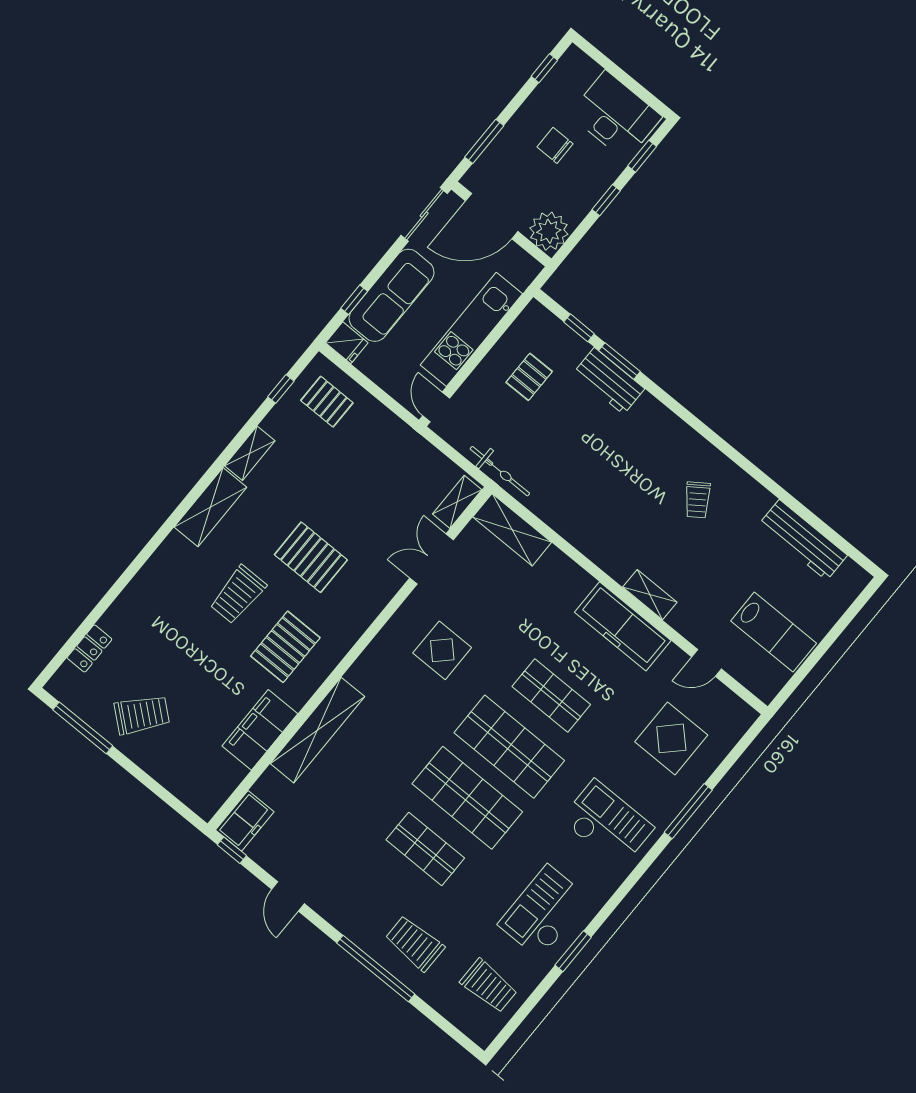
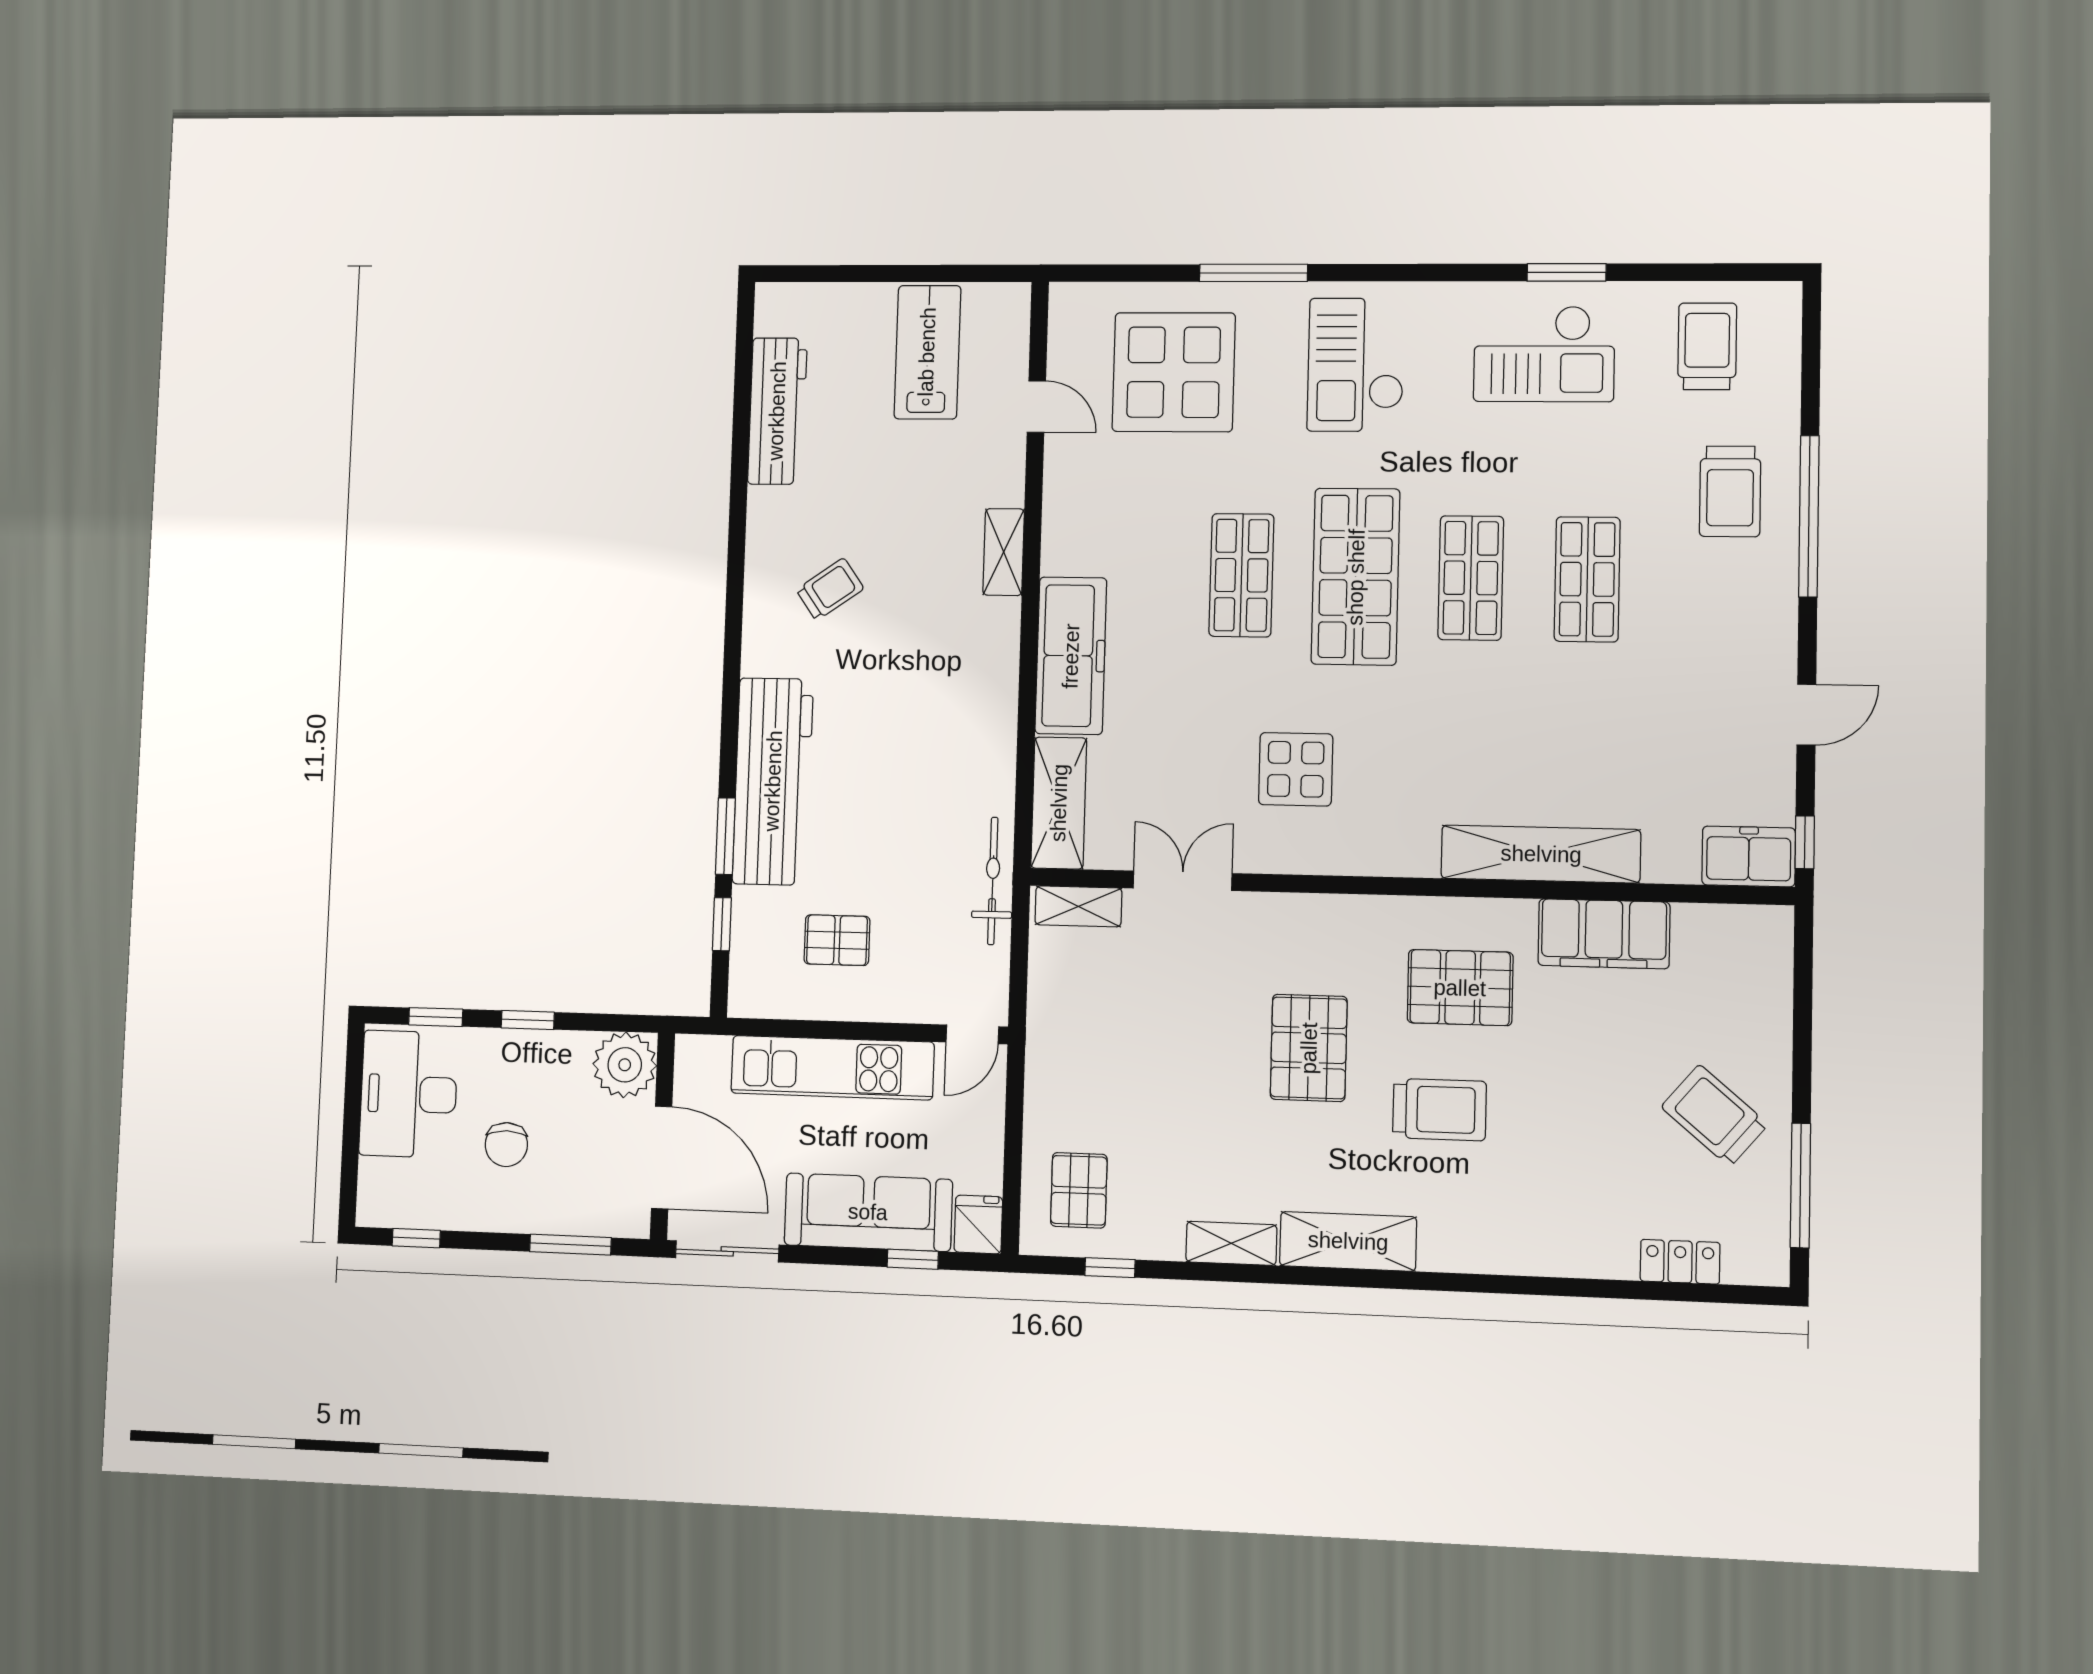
workbench: (609, 381) -> (773, 781), width x1.88, depth x1.32
double door: (432, 559) -> (1183, 881), swing flipped
freezer: (623, 626) -> (1071, 656), moved
display table: (671, 738) -> (1174, 372), width x1.36, depth x1.36
shop shelf: (467, 798) -> (1471, 578), width x0.70, depth x0.74

